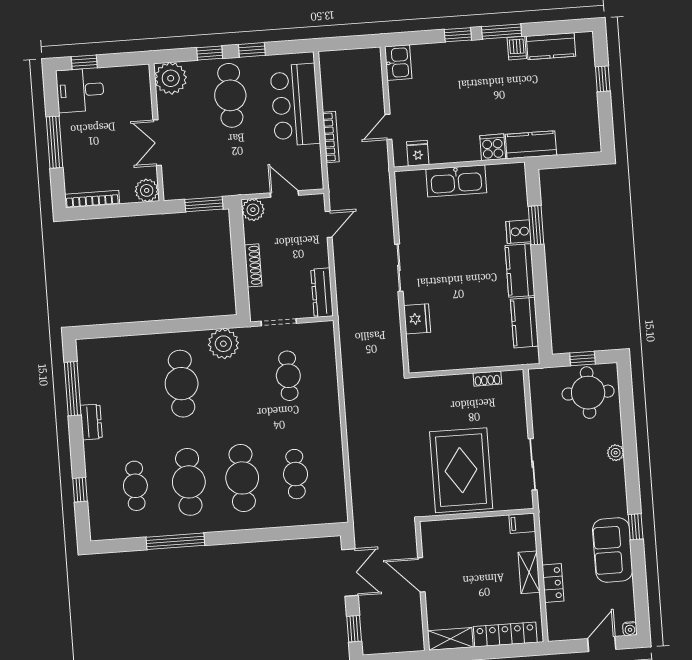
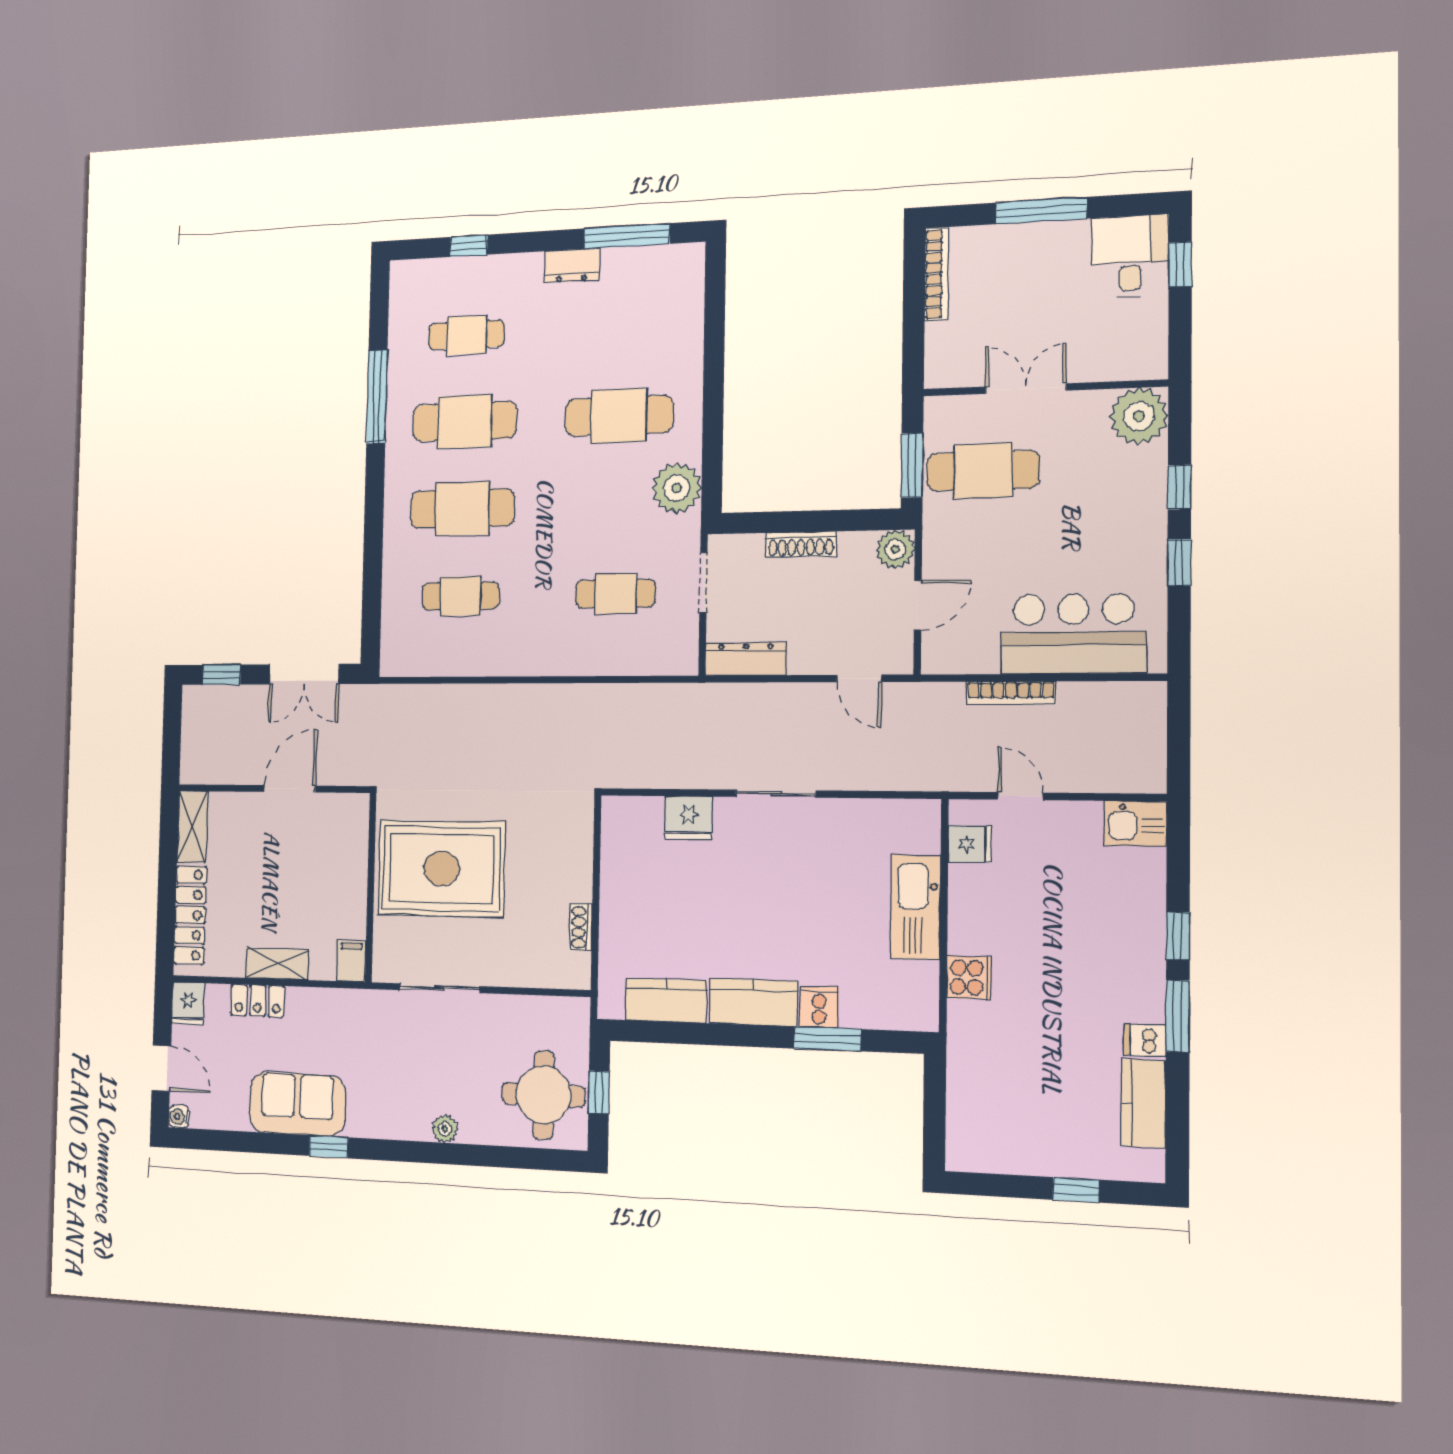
cafe table: (230, 95) -> (983, 471), moved
kitchen counter: (531, 145) -> (968, 1046), removed
plant: (147, 190) -> (944, 368), removed
fridge: (560, 630) -> (188, 1003), added

